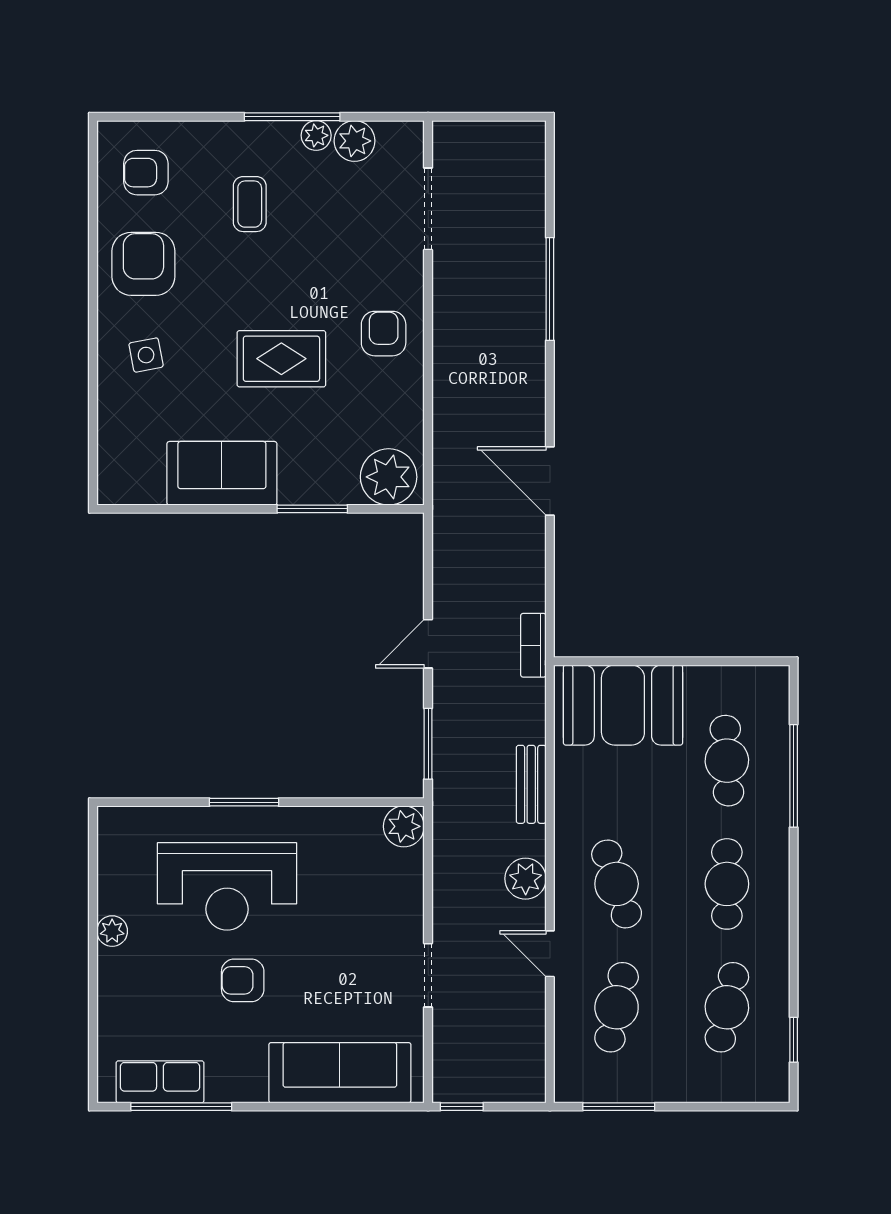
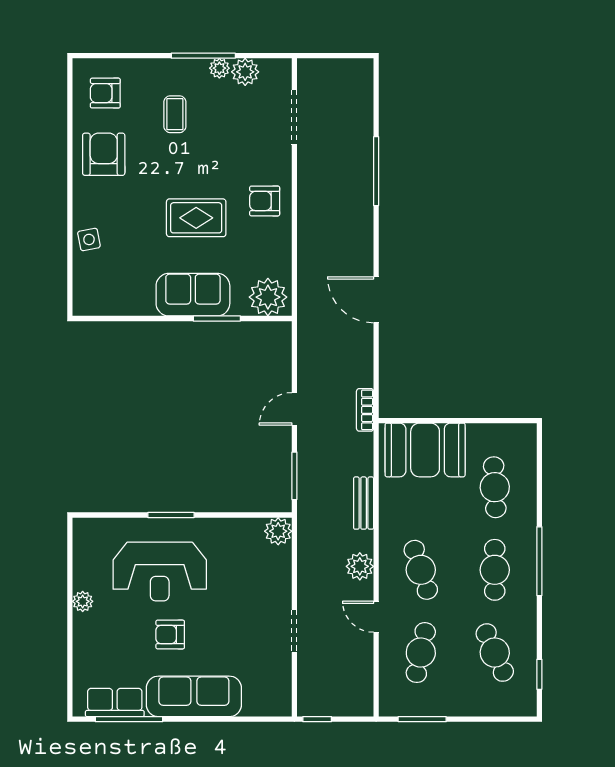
armchair: (384, 334) -> (265, 201), turned -90
side table: (146, 355) -> (89, 239), moved
sofa: (222, 473) -> (193, 295), moved
window: (794, 776) -> (539, 561), moved
cafe table: (727, 1007) -> (495, 653), turned -36
sofa: (340, 1073) -> (194, 696), moved

